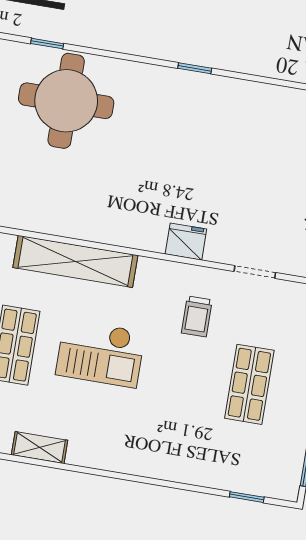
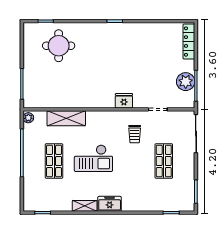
round table: (66, 101) -> (59, 46), width x0.73, depth x0.73
shelving: (75, 261) -> (66, 118), width x0.68
shelving: (40, 448) -> (85, 206), moved
freezer: (118, 456) -> (110, 204), added

